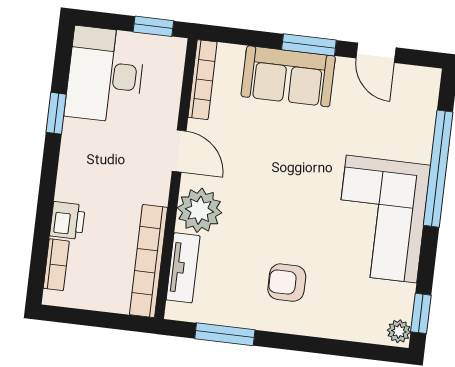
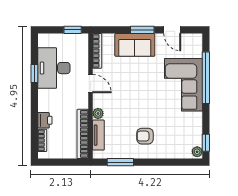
desk: (105, 75) -> (54, 68), moved
plant: (200, 210) -> (98, 113), width x0.53, depth x0.53
corner sofa: (381, 219) -> (183, 85), moved

